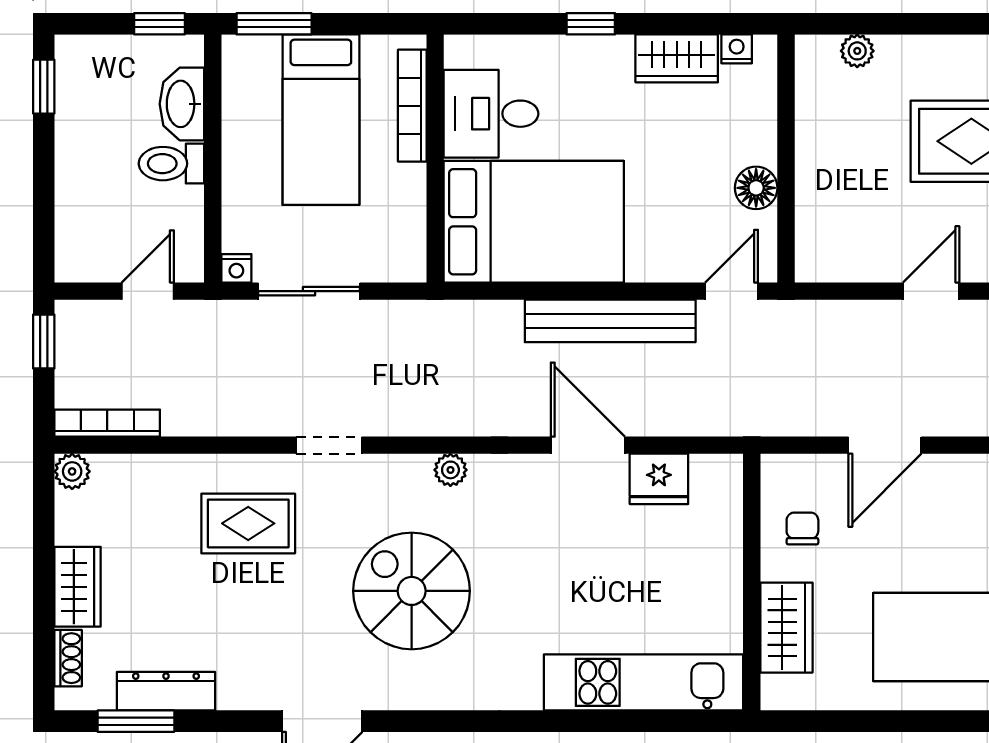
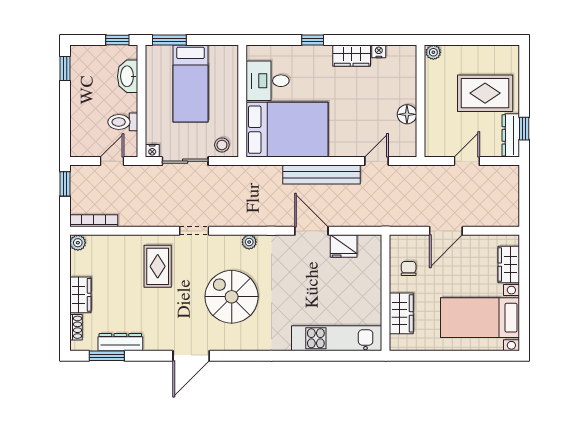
bookcase: (412, 106) -> (232, 77), removed
wall: (786, 159) -> (420, 101), moved
toilet: (171, 164) -> (123, 122), moved
floor lamp: (756, 188) -> (407, 114), moved
stool: (390, 256) -> (222, 145), added
rug: (248, 523) -> (158, 266), turned 90

